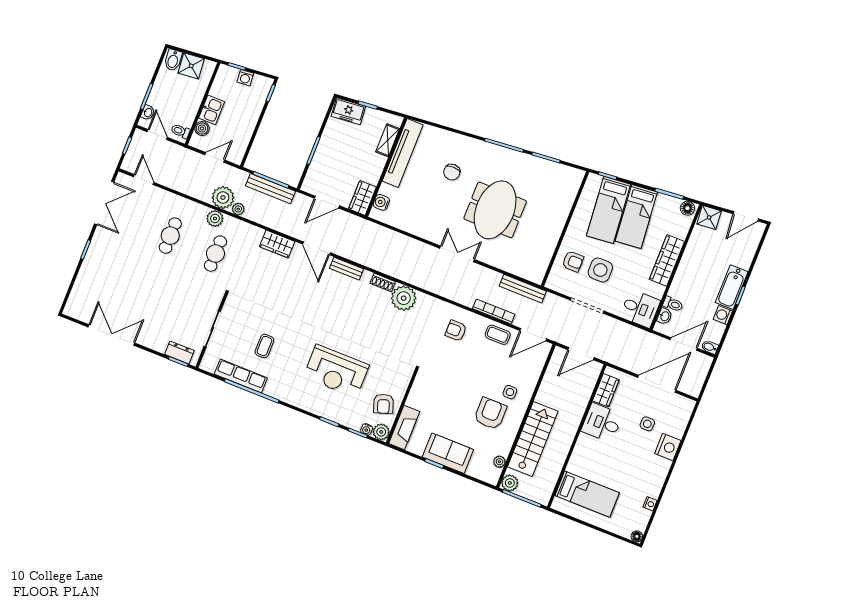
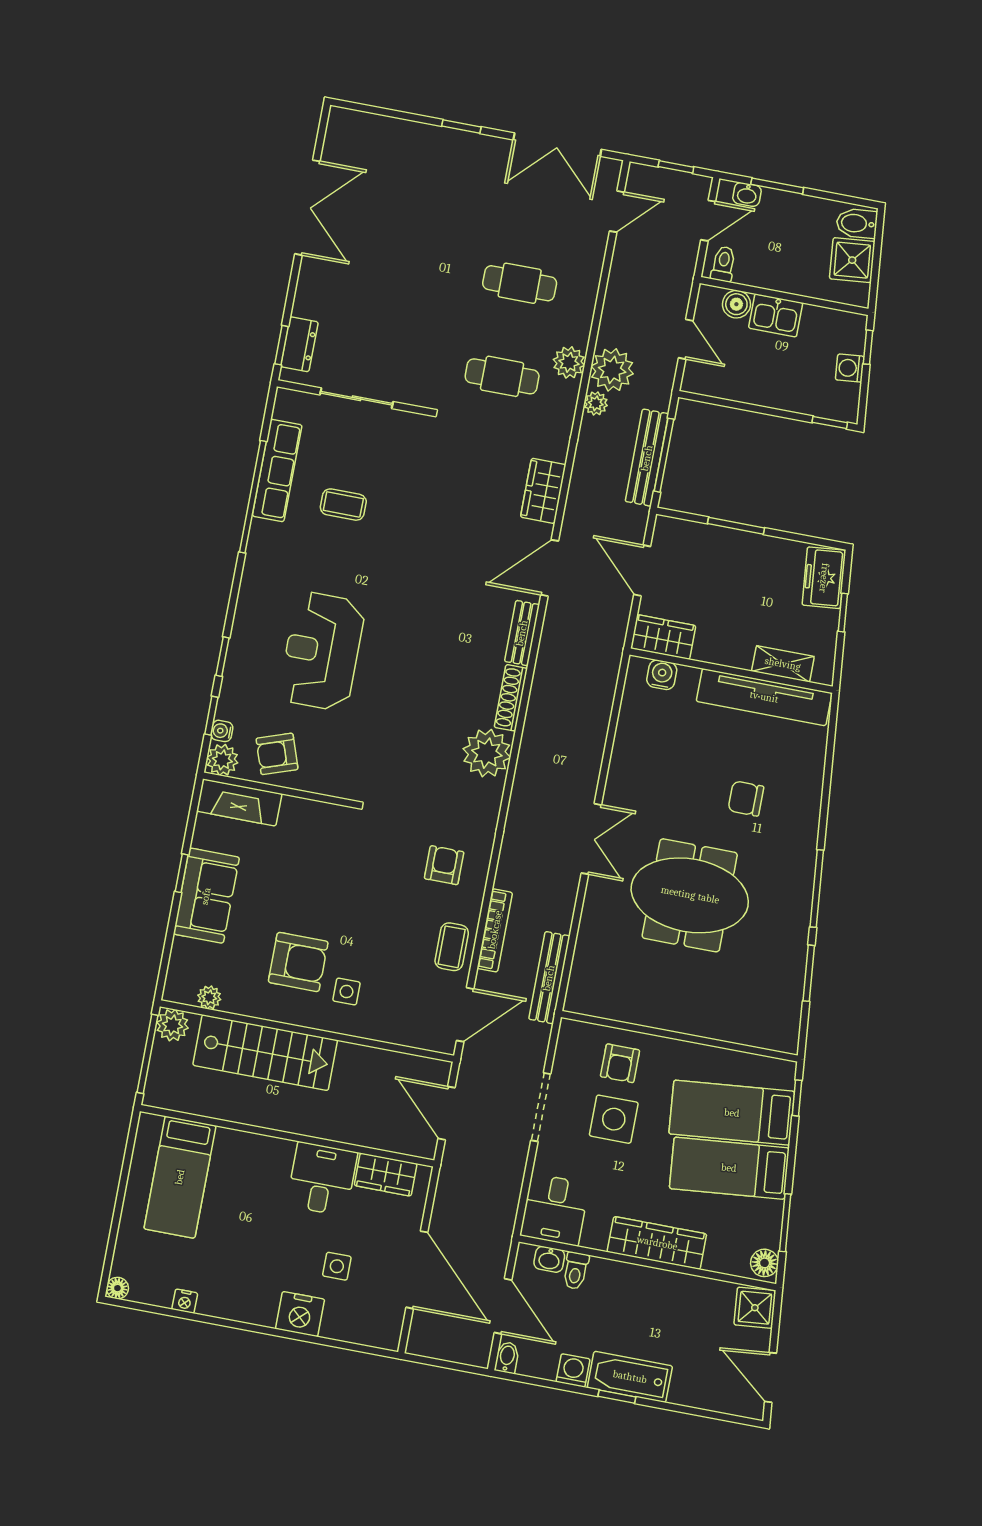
shoe rack: (383, 282) -> (511, 698), width x1.43
door: (533, 335) -> (465, 1015), swing flipped

